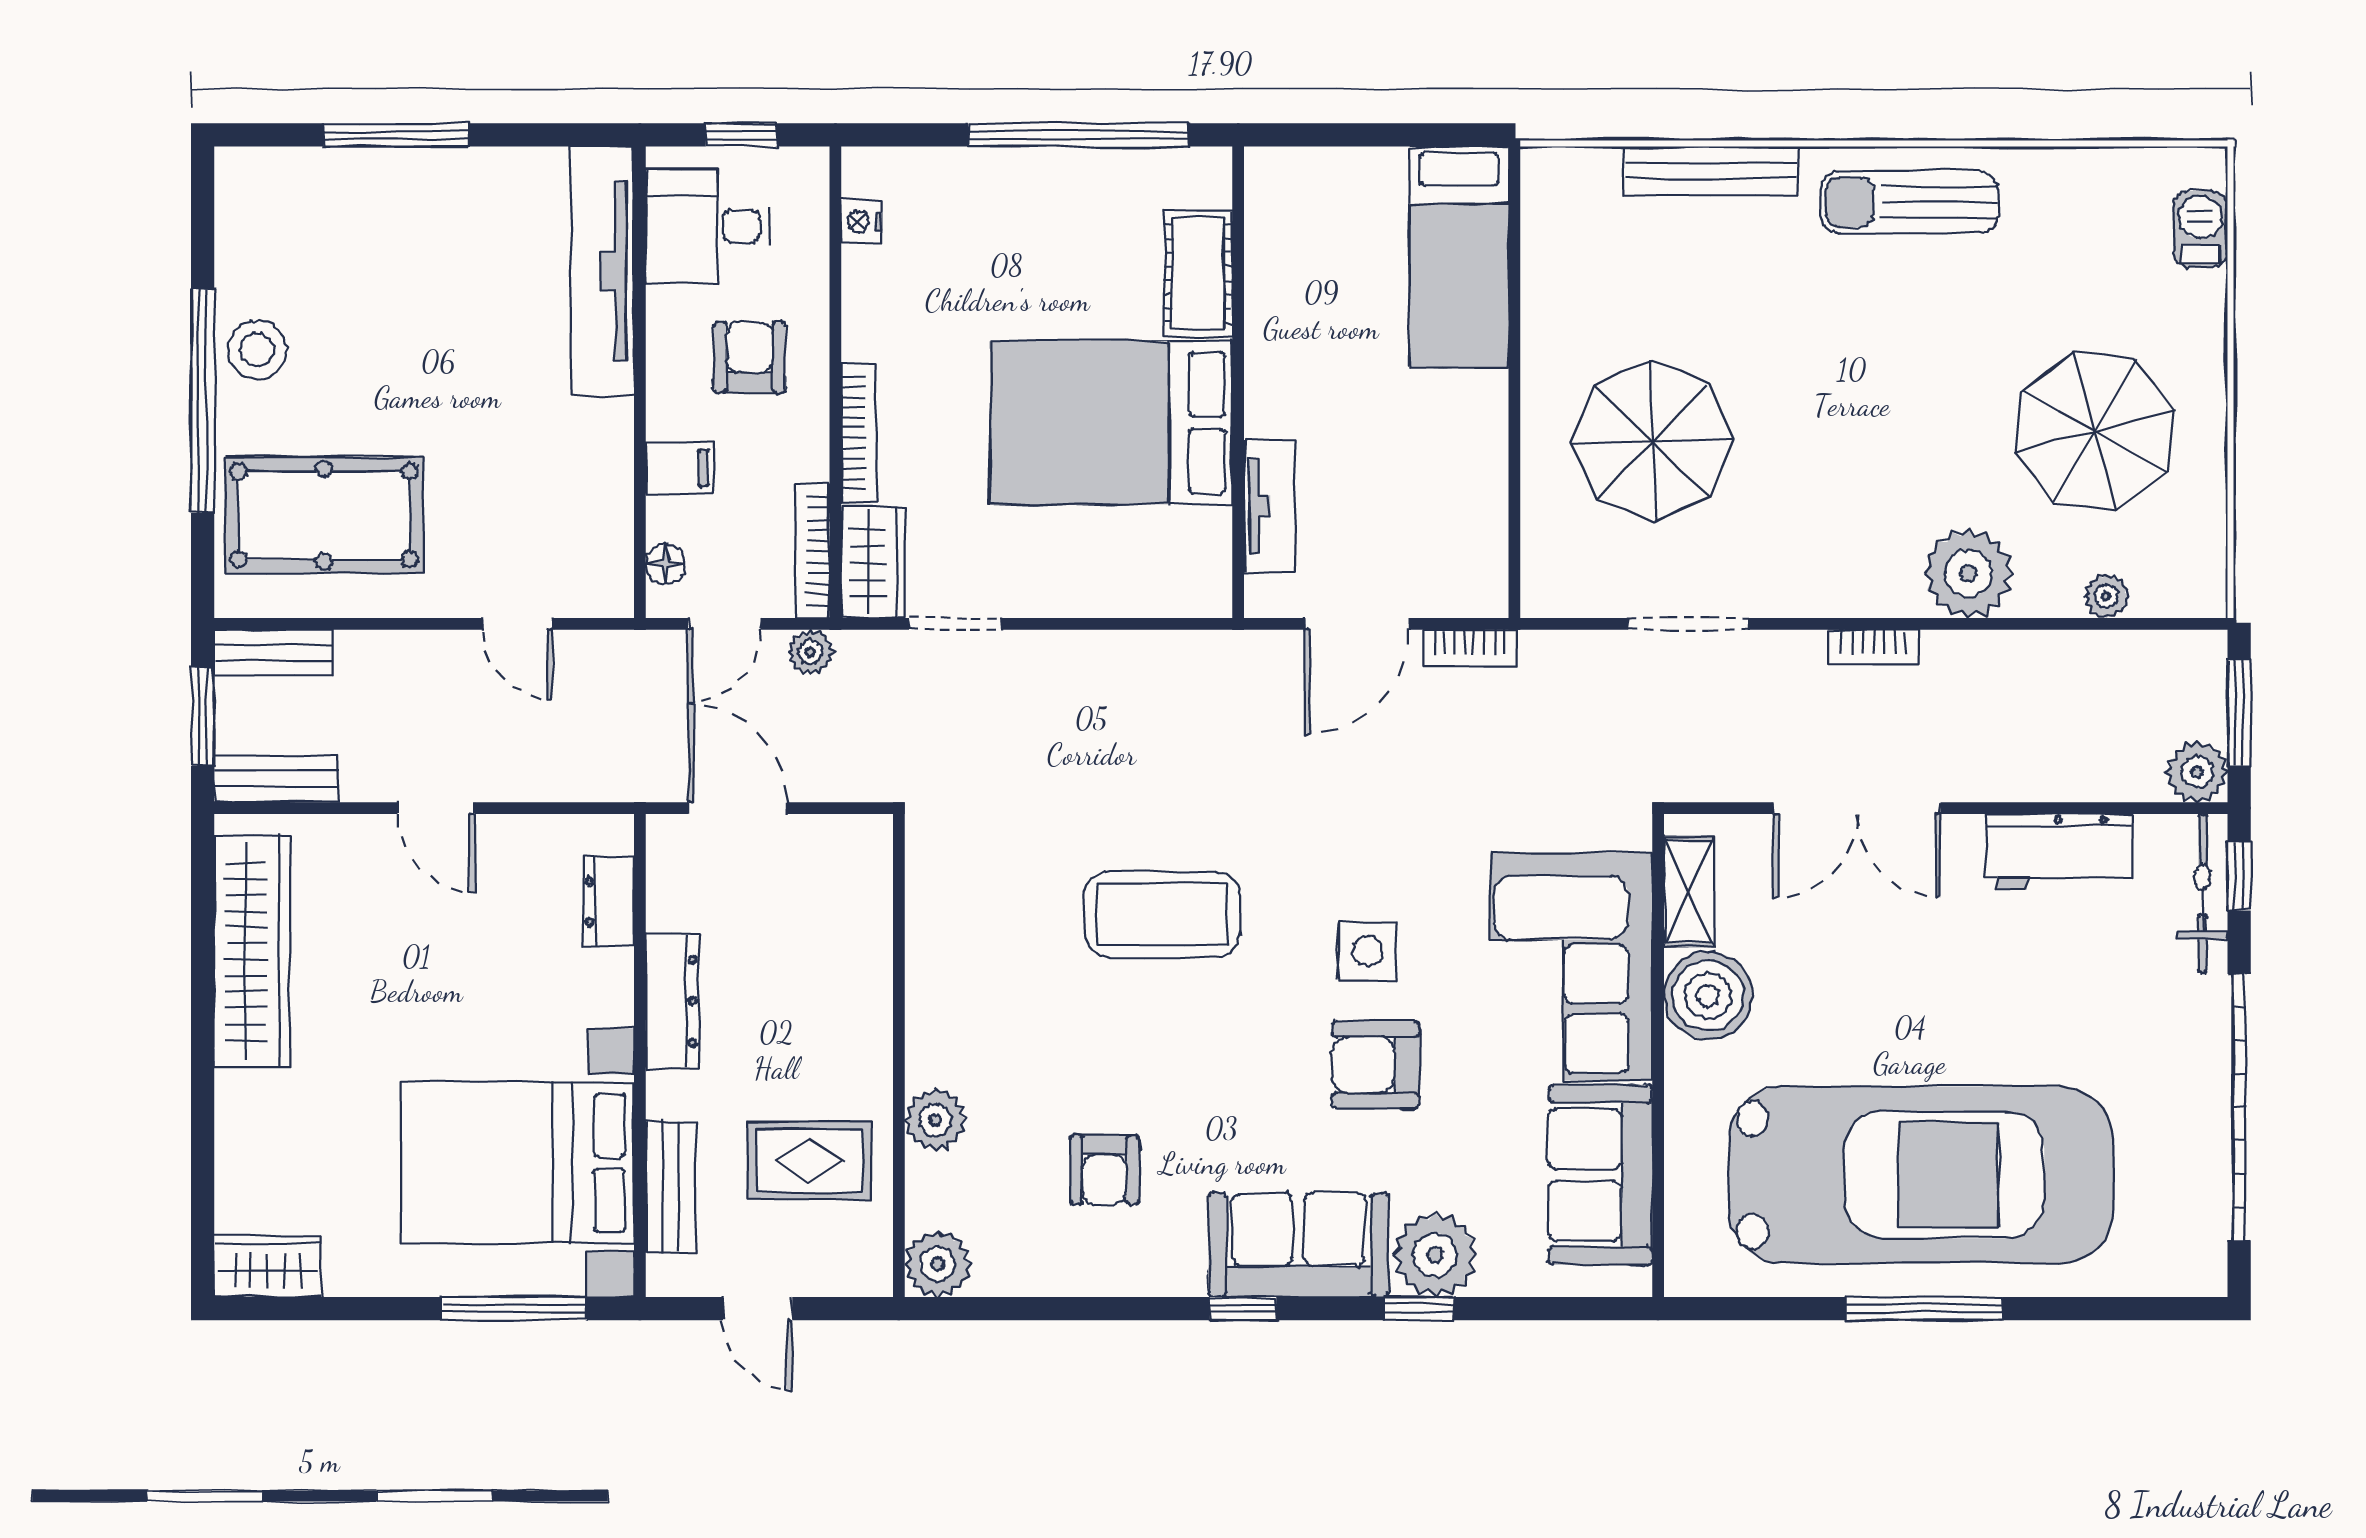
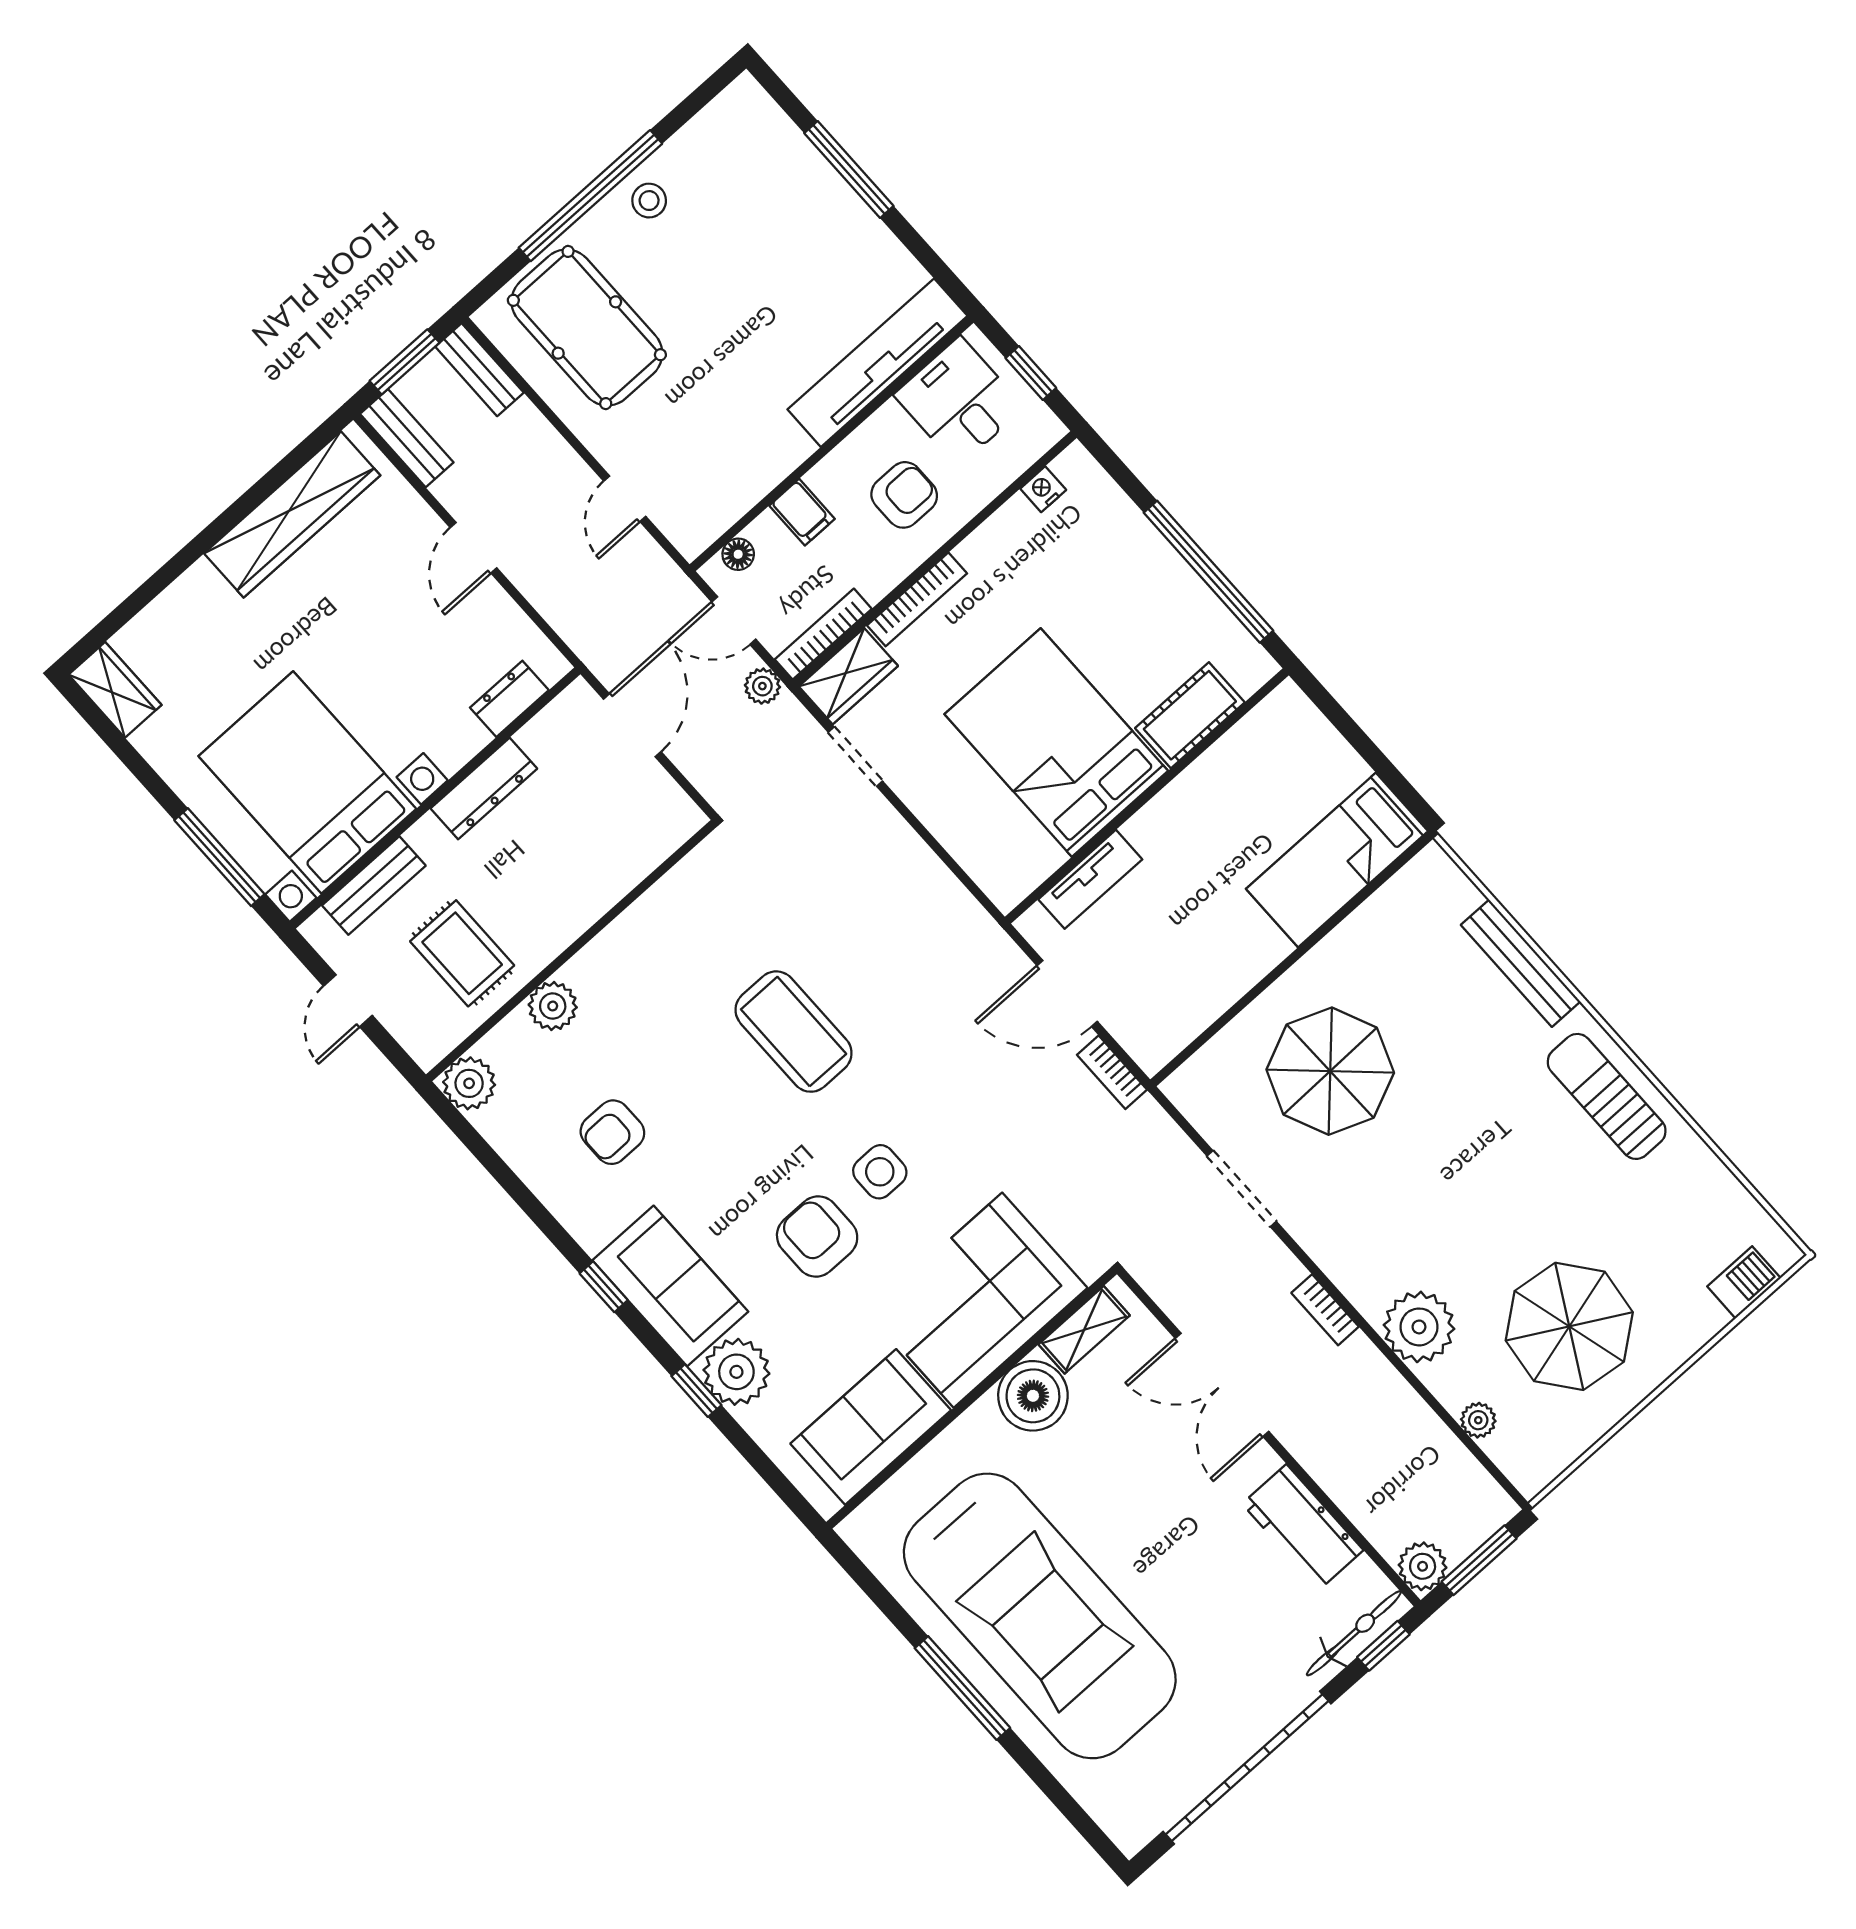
stool: (257, 350) -> (649, 201), width x0.73, depth x0.73

